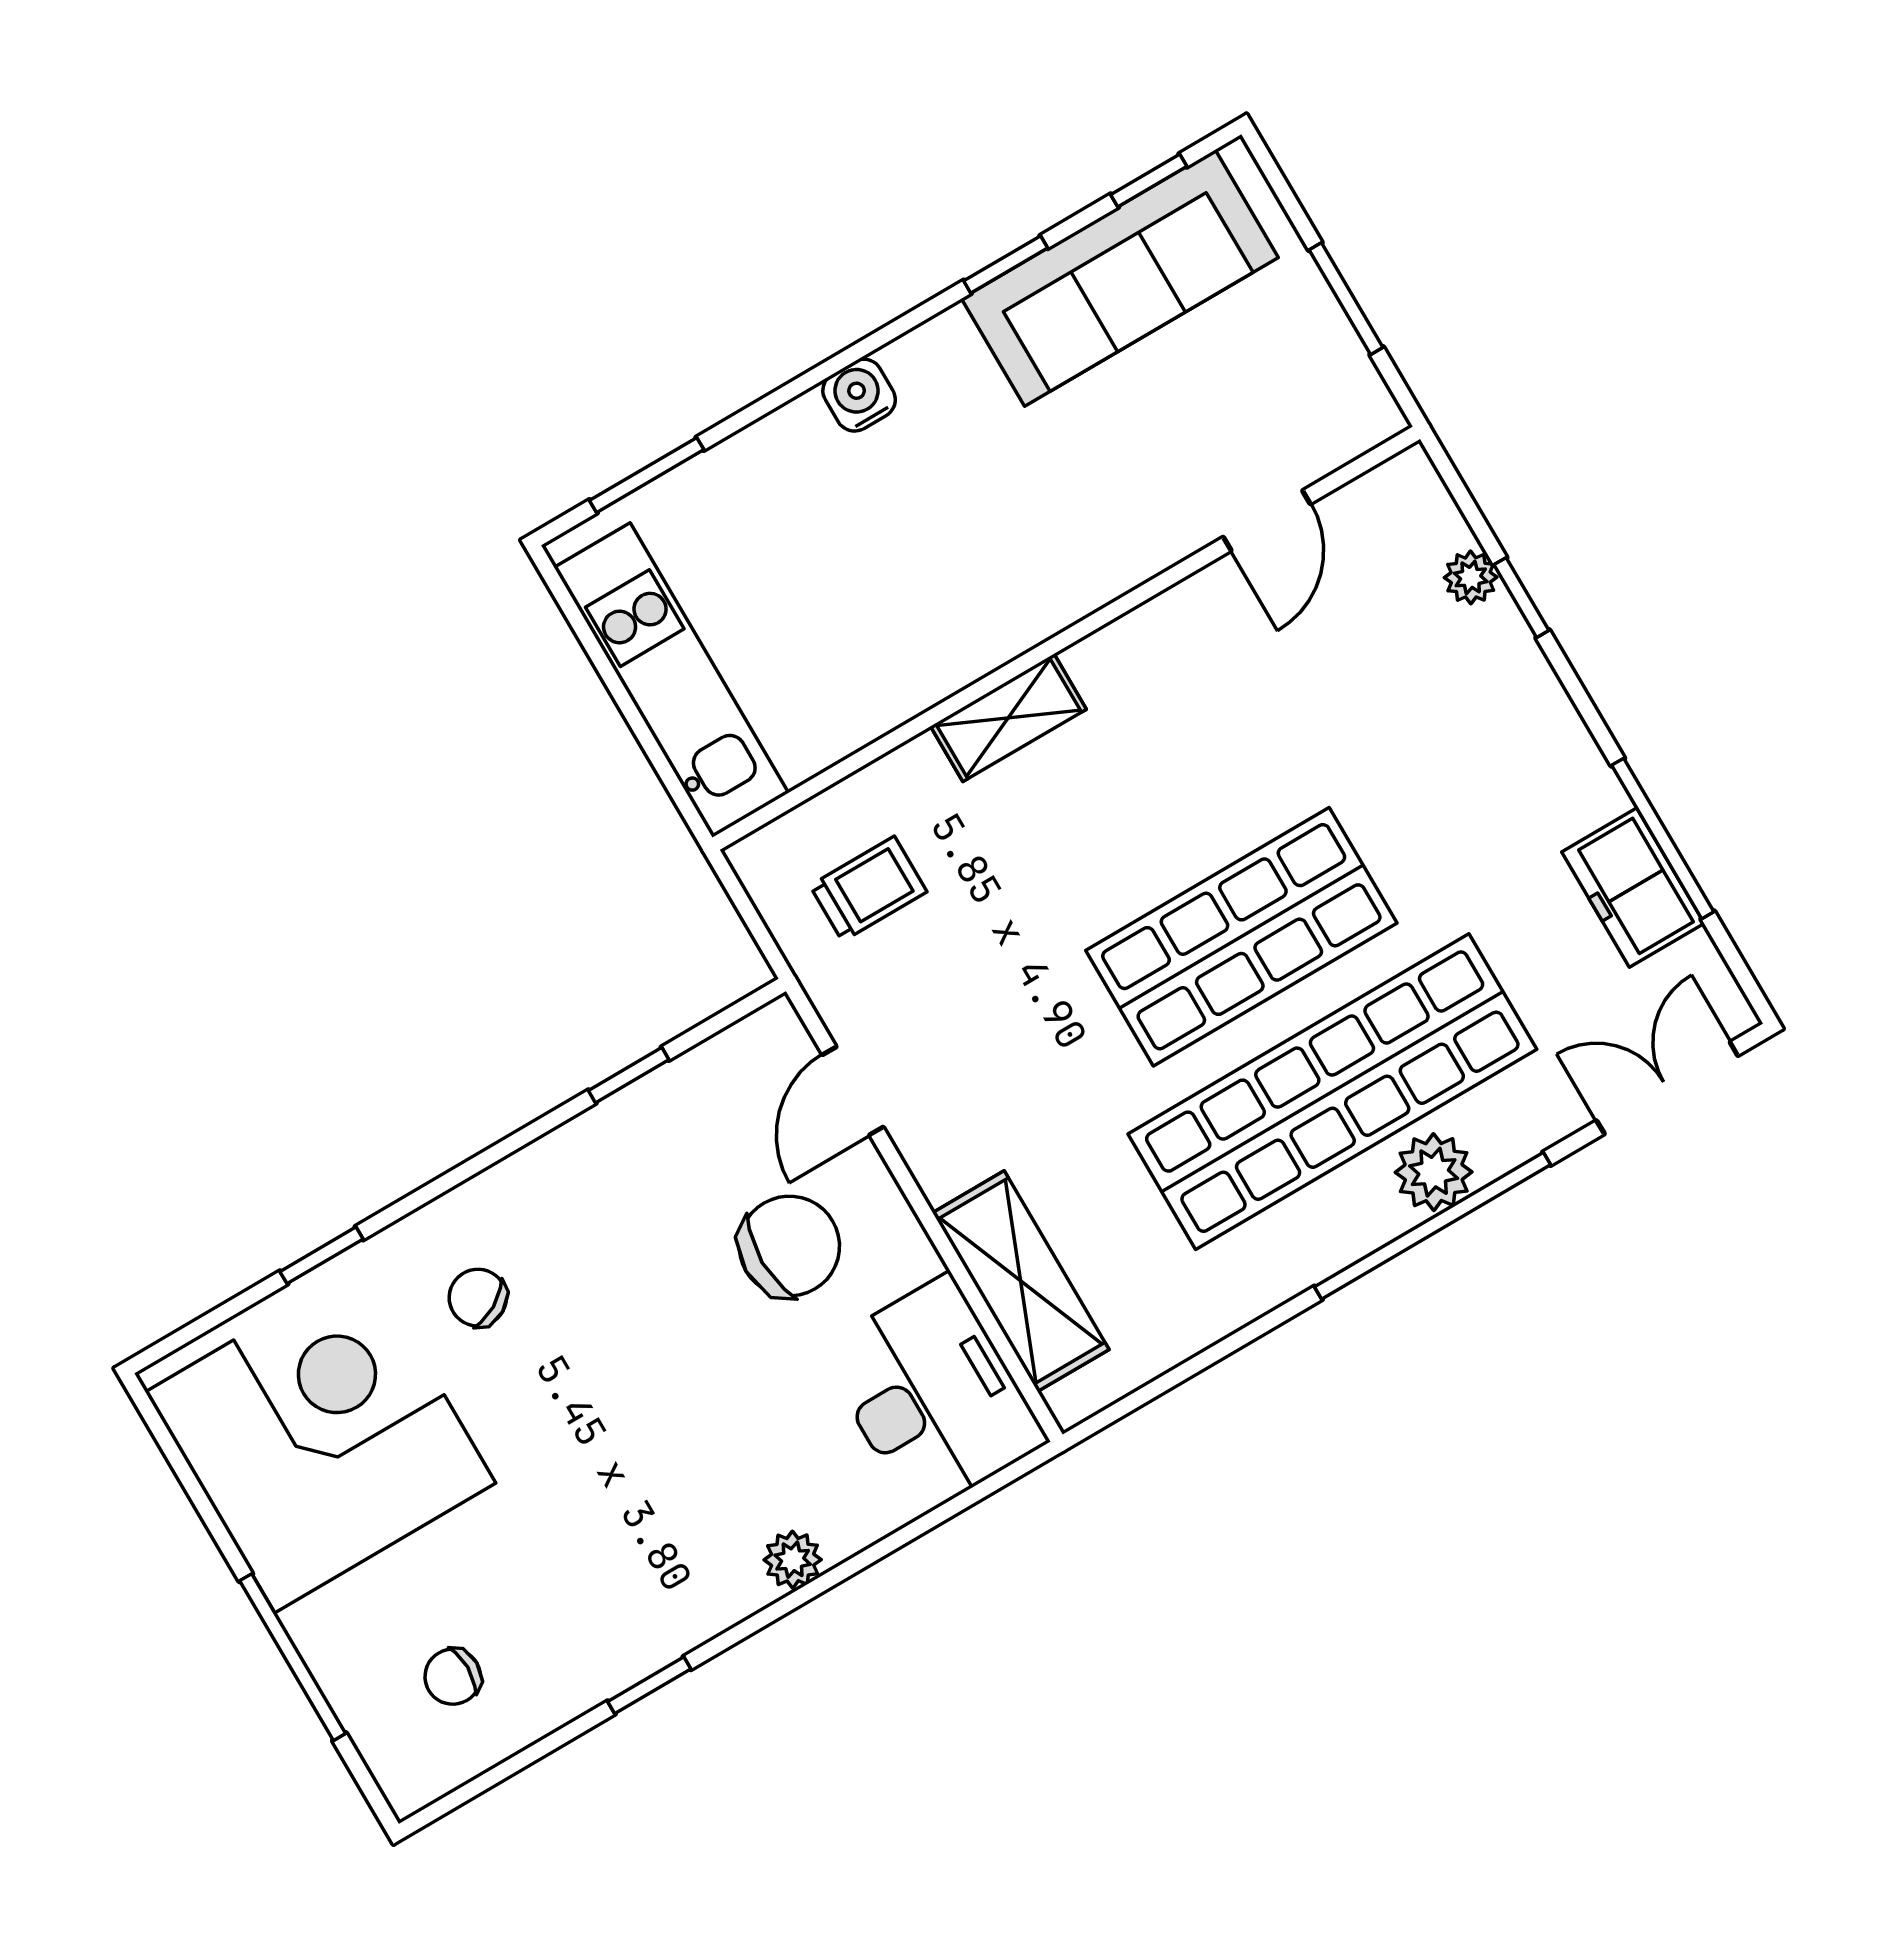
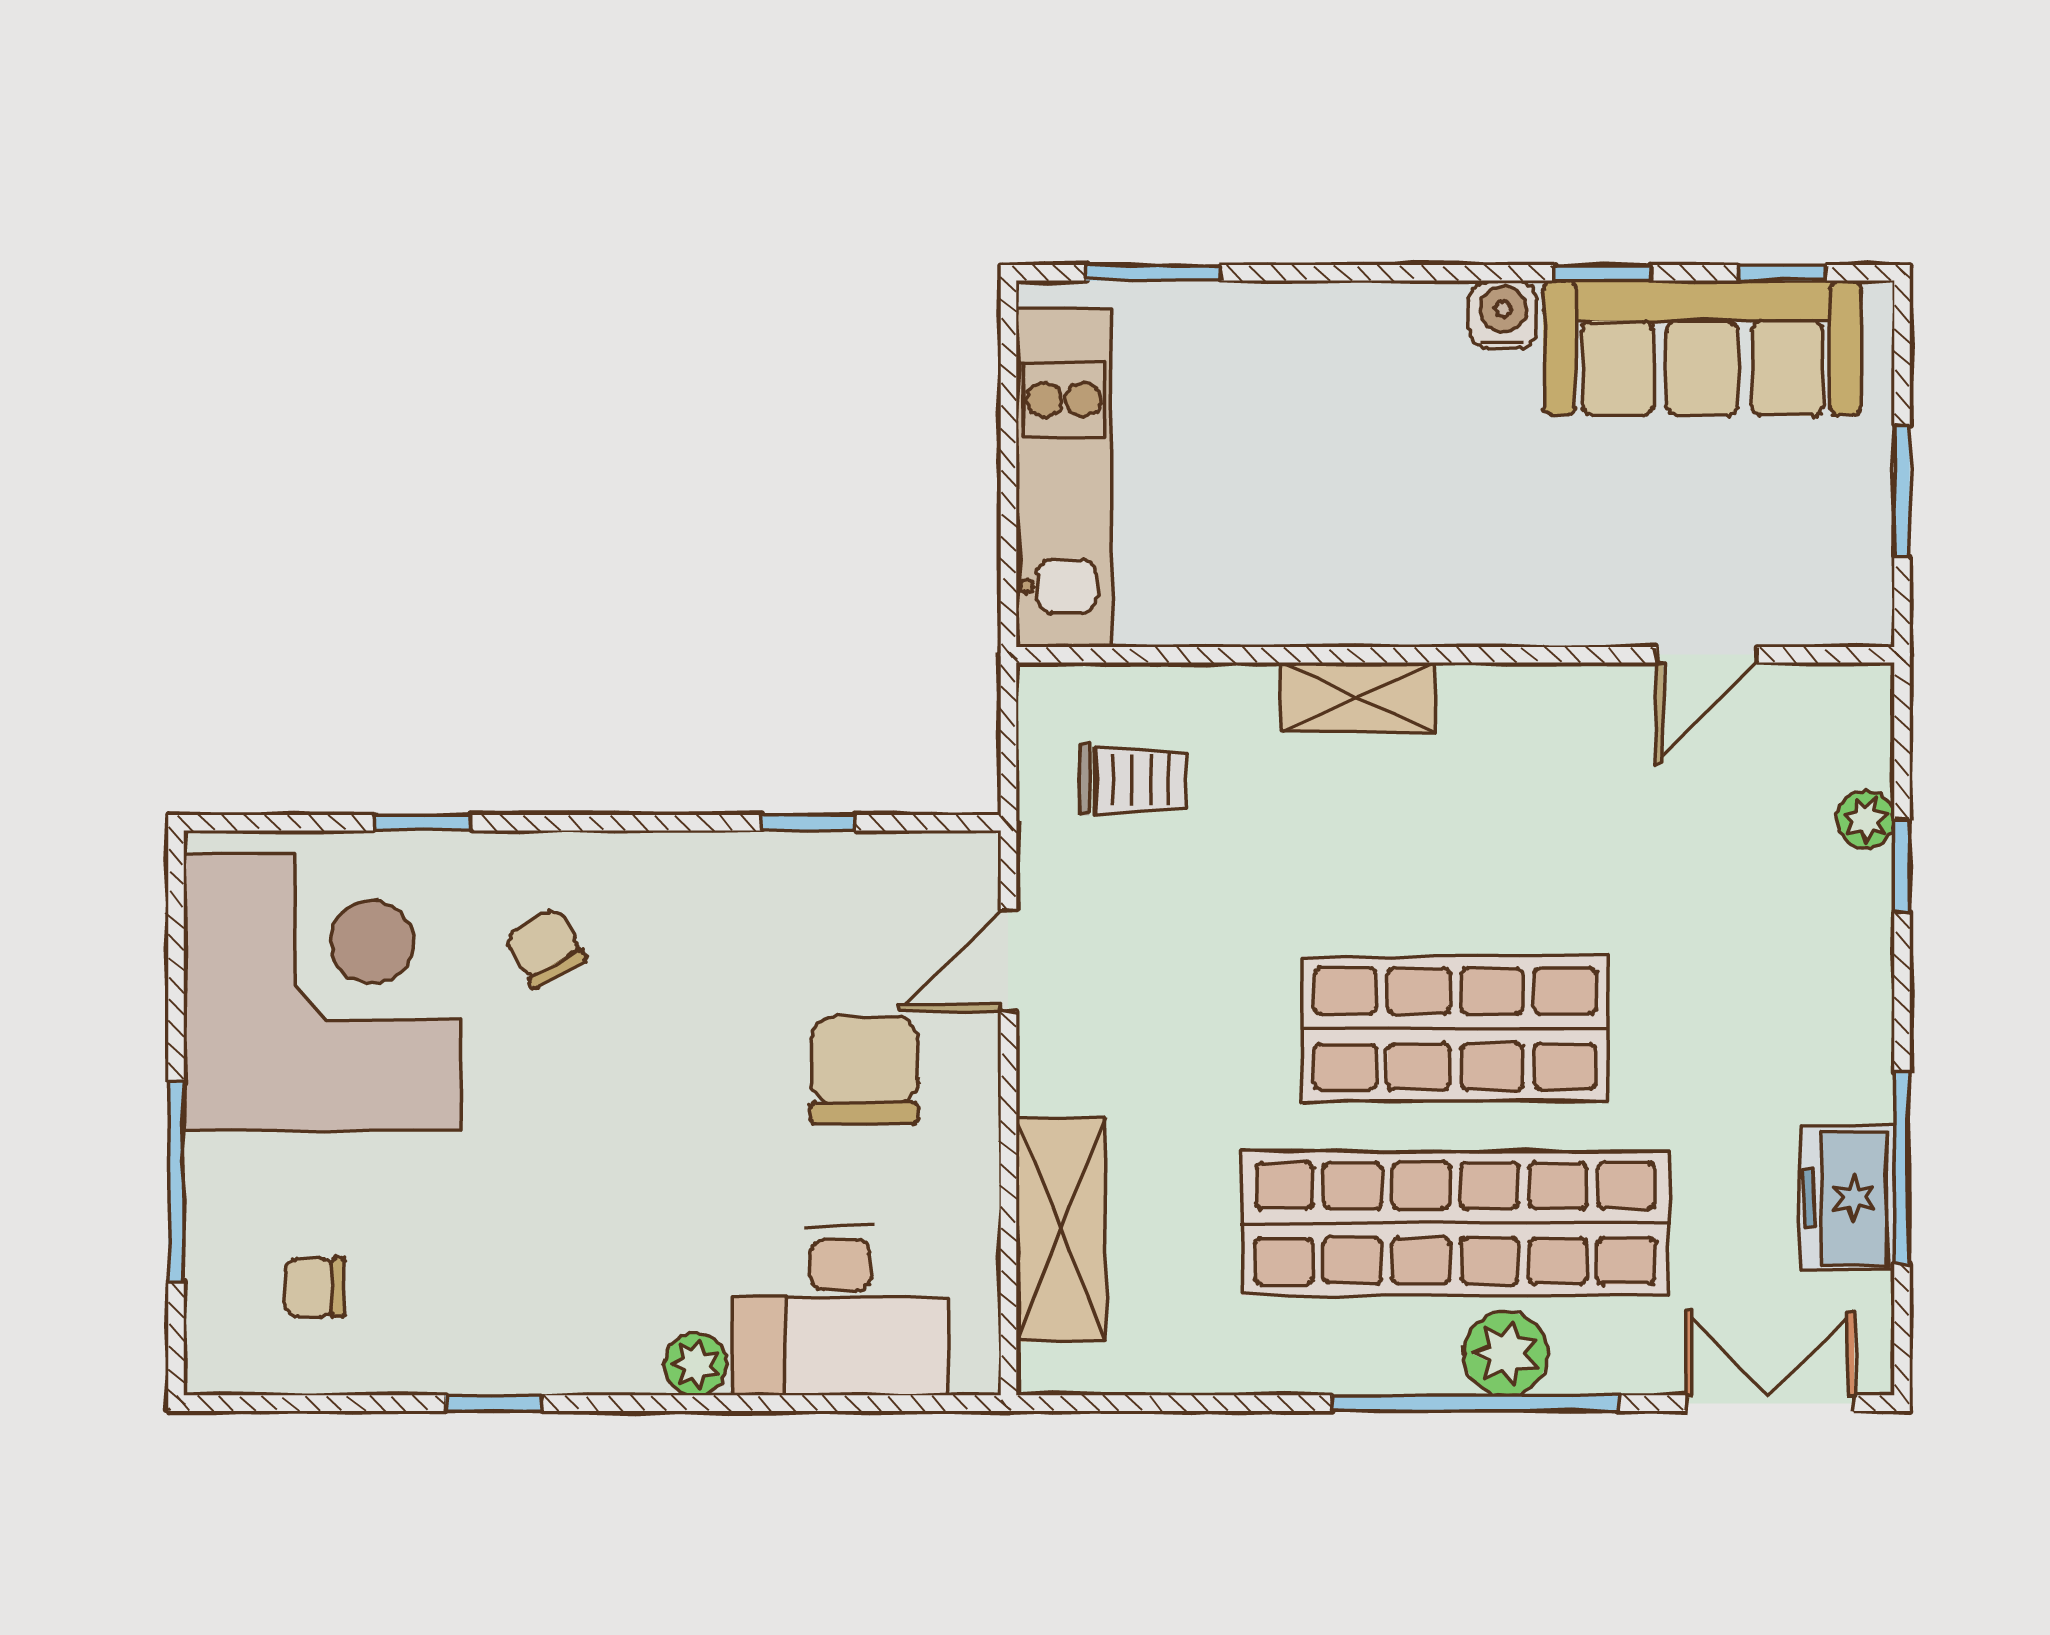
water cooler: (859, 395) -> (1503, 314), moved
chair: (789, 1246) -> (864, 1070), turned -90
desk: (933, 1395) -> (840, 1311), moved, turned 90

